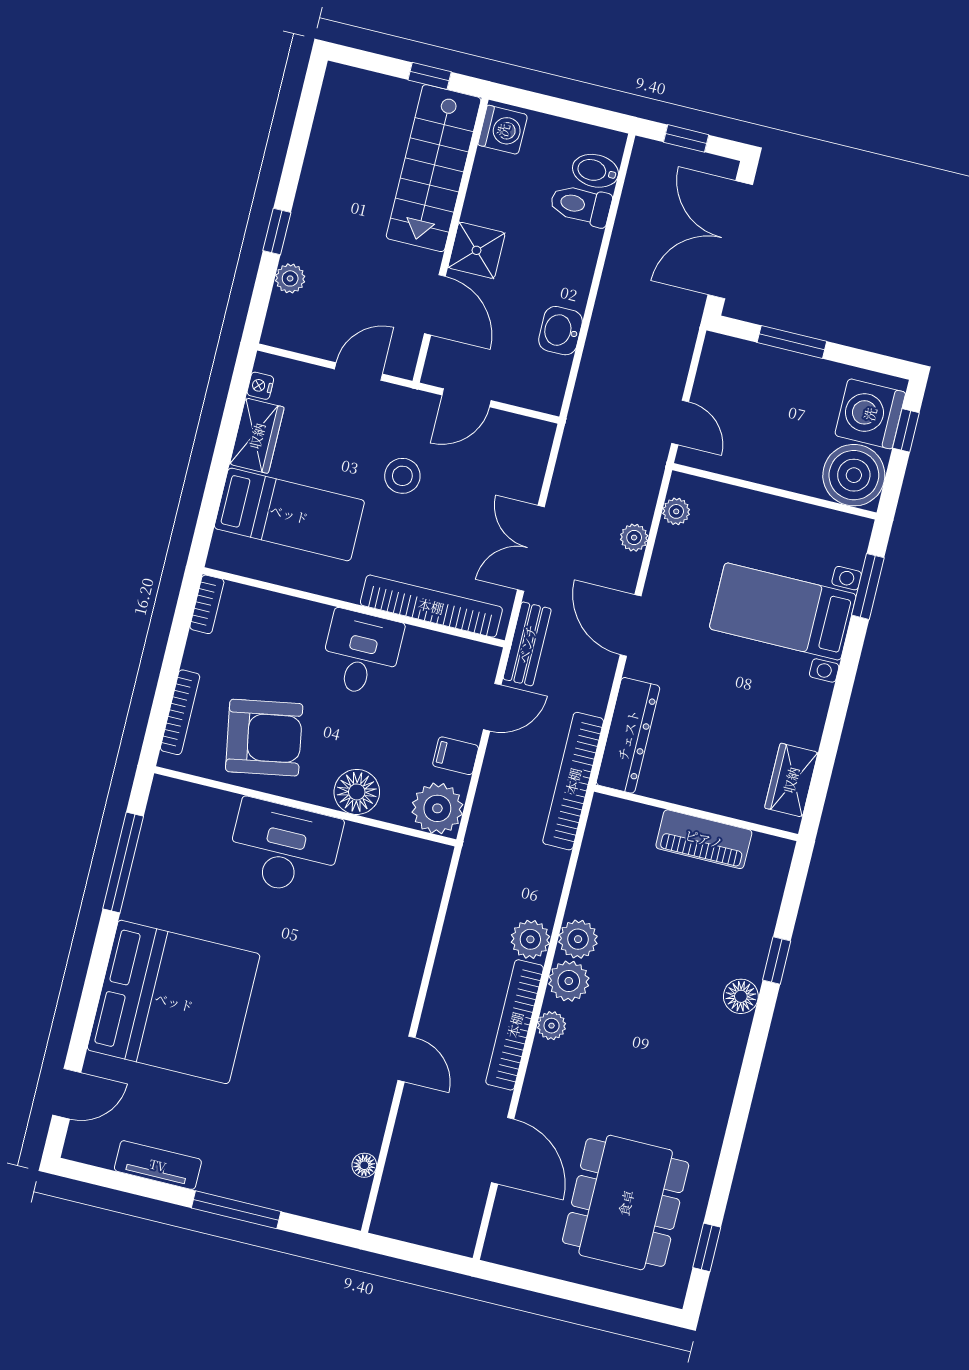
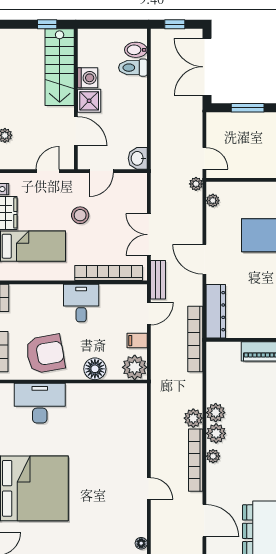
washing machine: (503, 130) -> (88, 78), moved
washbasin: (560, 331) -> (138, 158), moved
plant: (634, 538) -> (196, 184), moved
desk: (284, 847) -> (40, 403), moved

